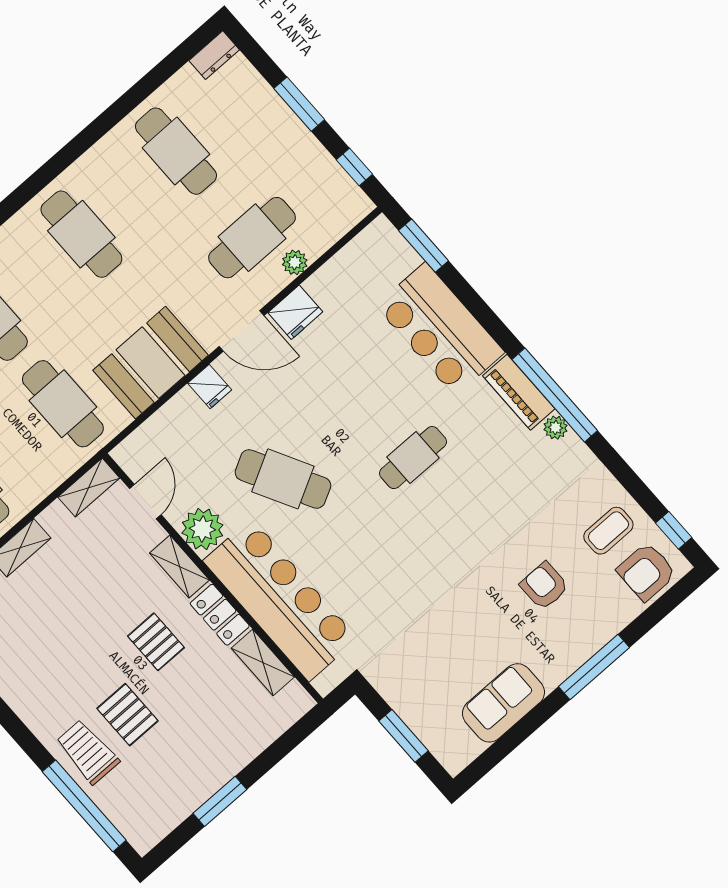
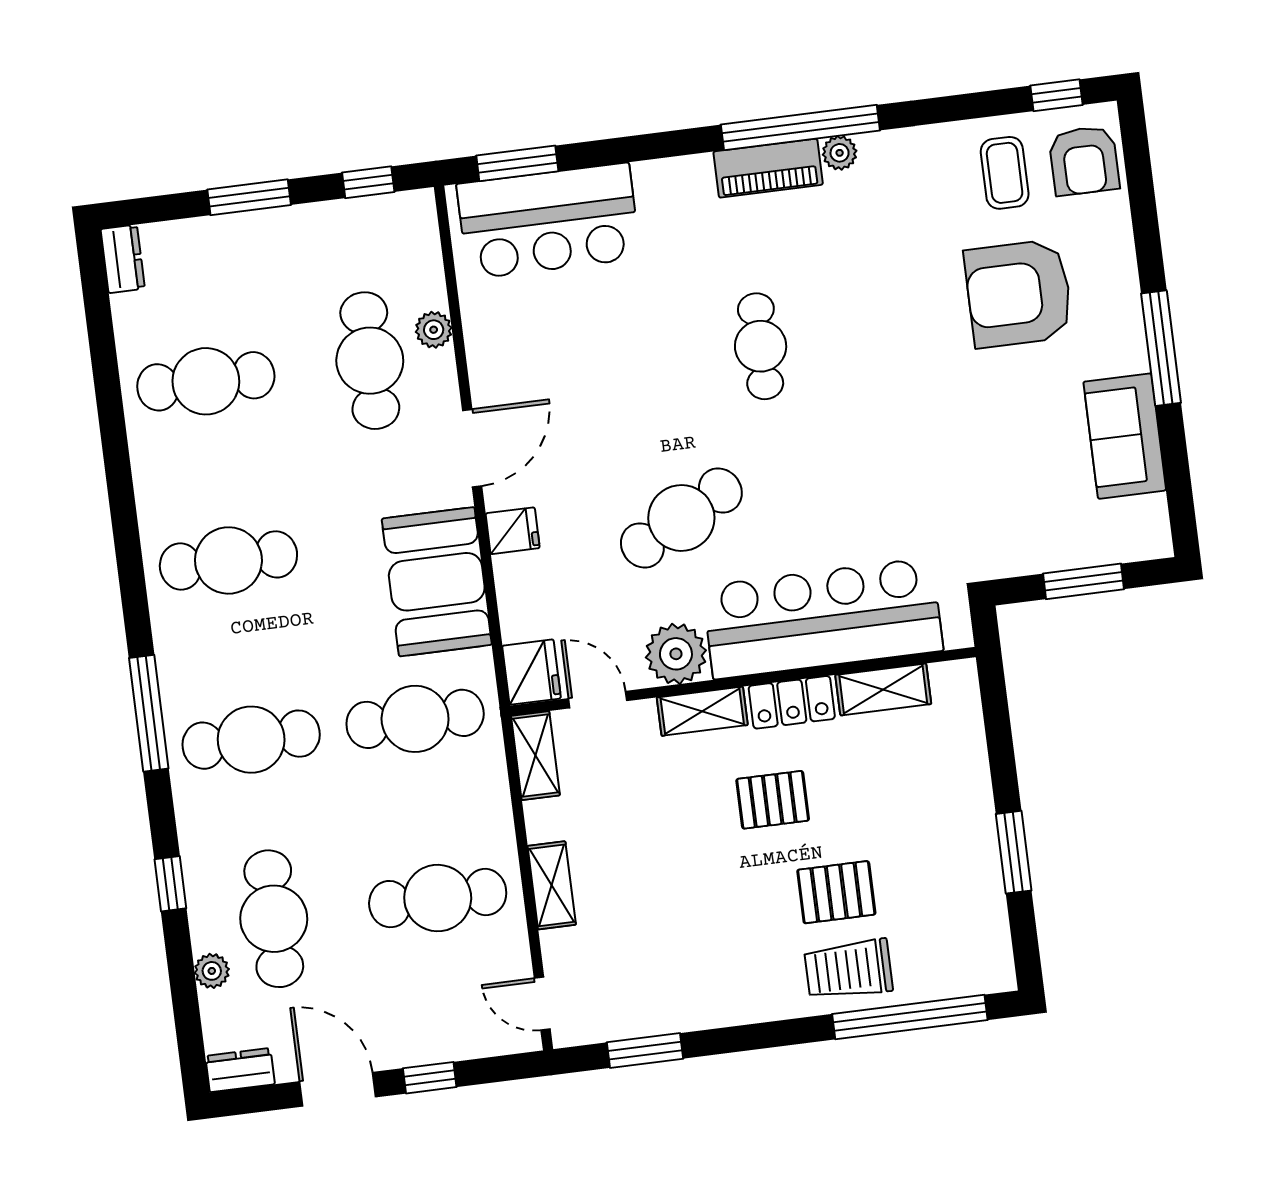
fridge: (295, 312) -> (532, 672), moved
bar counter: (440, 329) -> (548, 221), moved
armchair: (544, 586) -> (1019, 294), width x1.88, depth x1.88
window: (594, 667) -> (1161, 348), moved

